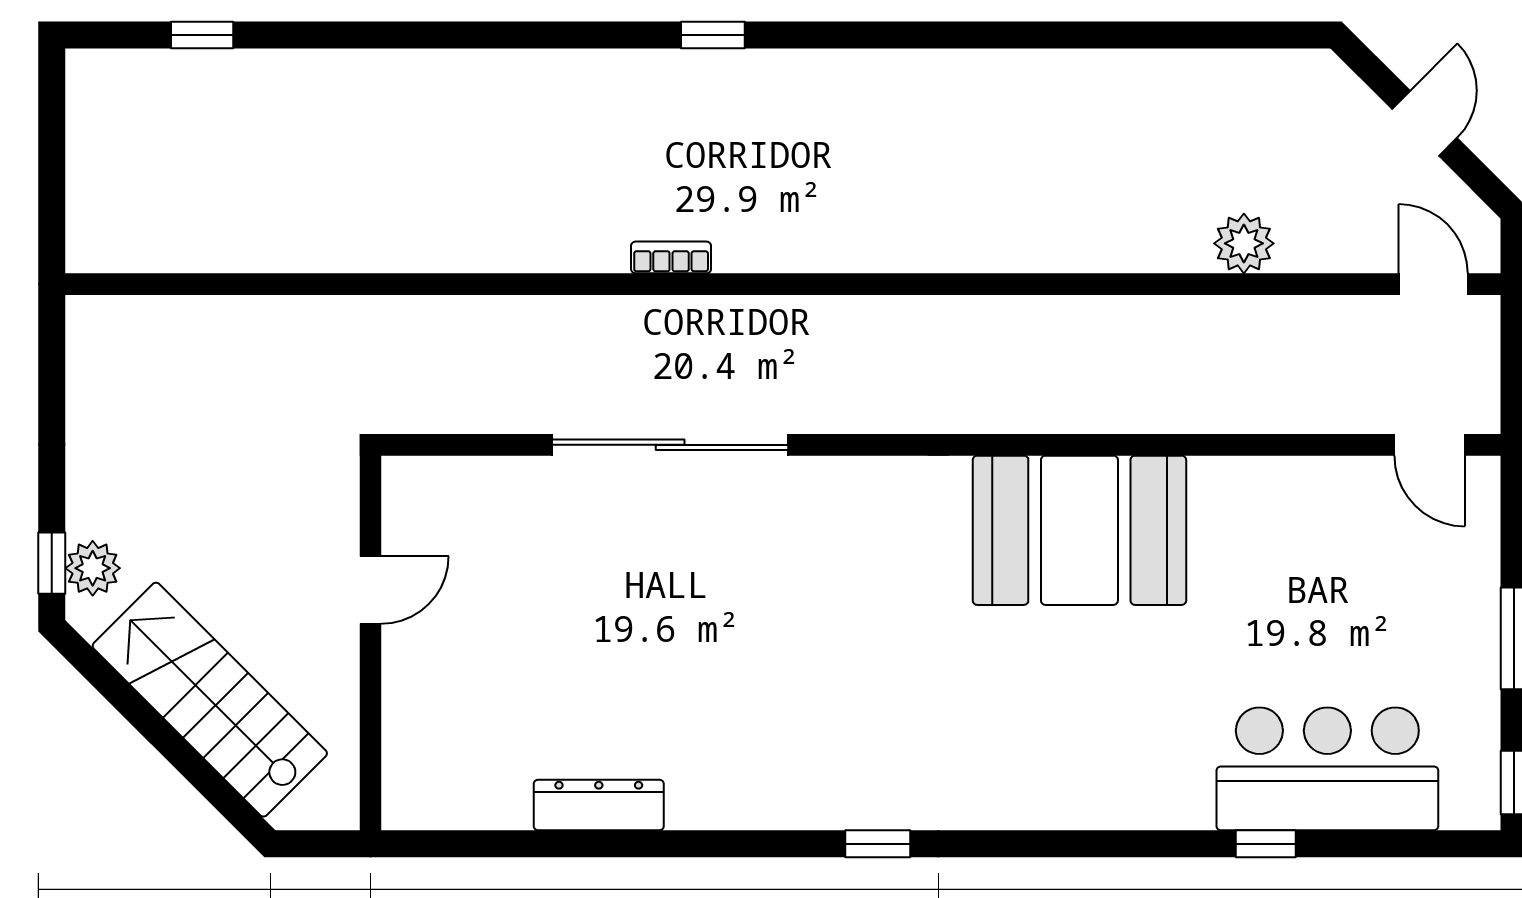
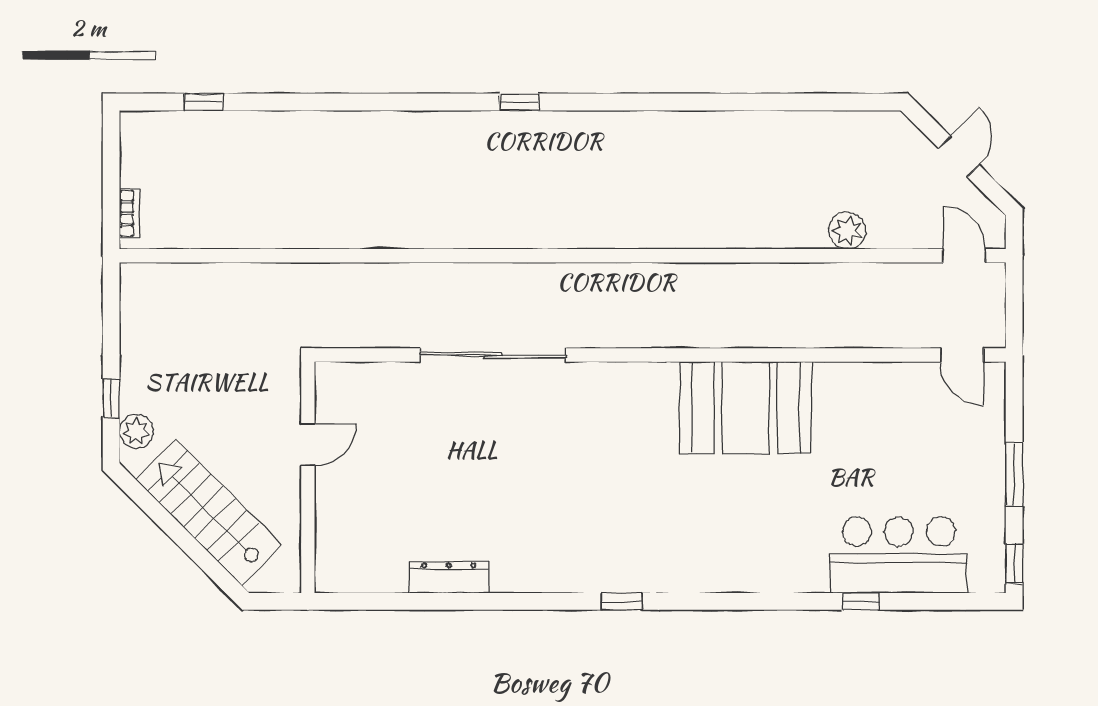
bookcase: (671, 257) -> (129, 213), moved, turned 90
window: (52, 563) -> (111, 398), moved

